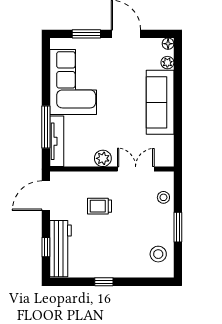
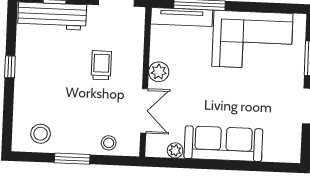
floor lamp: (168, 44) -> (294, 156), removed
plant: (167, 63) -> (175, 150), moved

